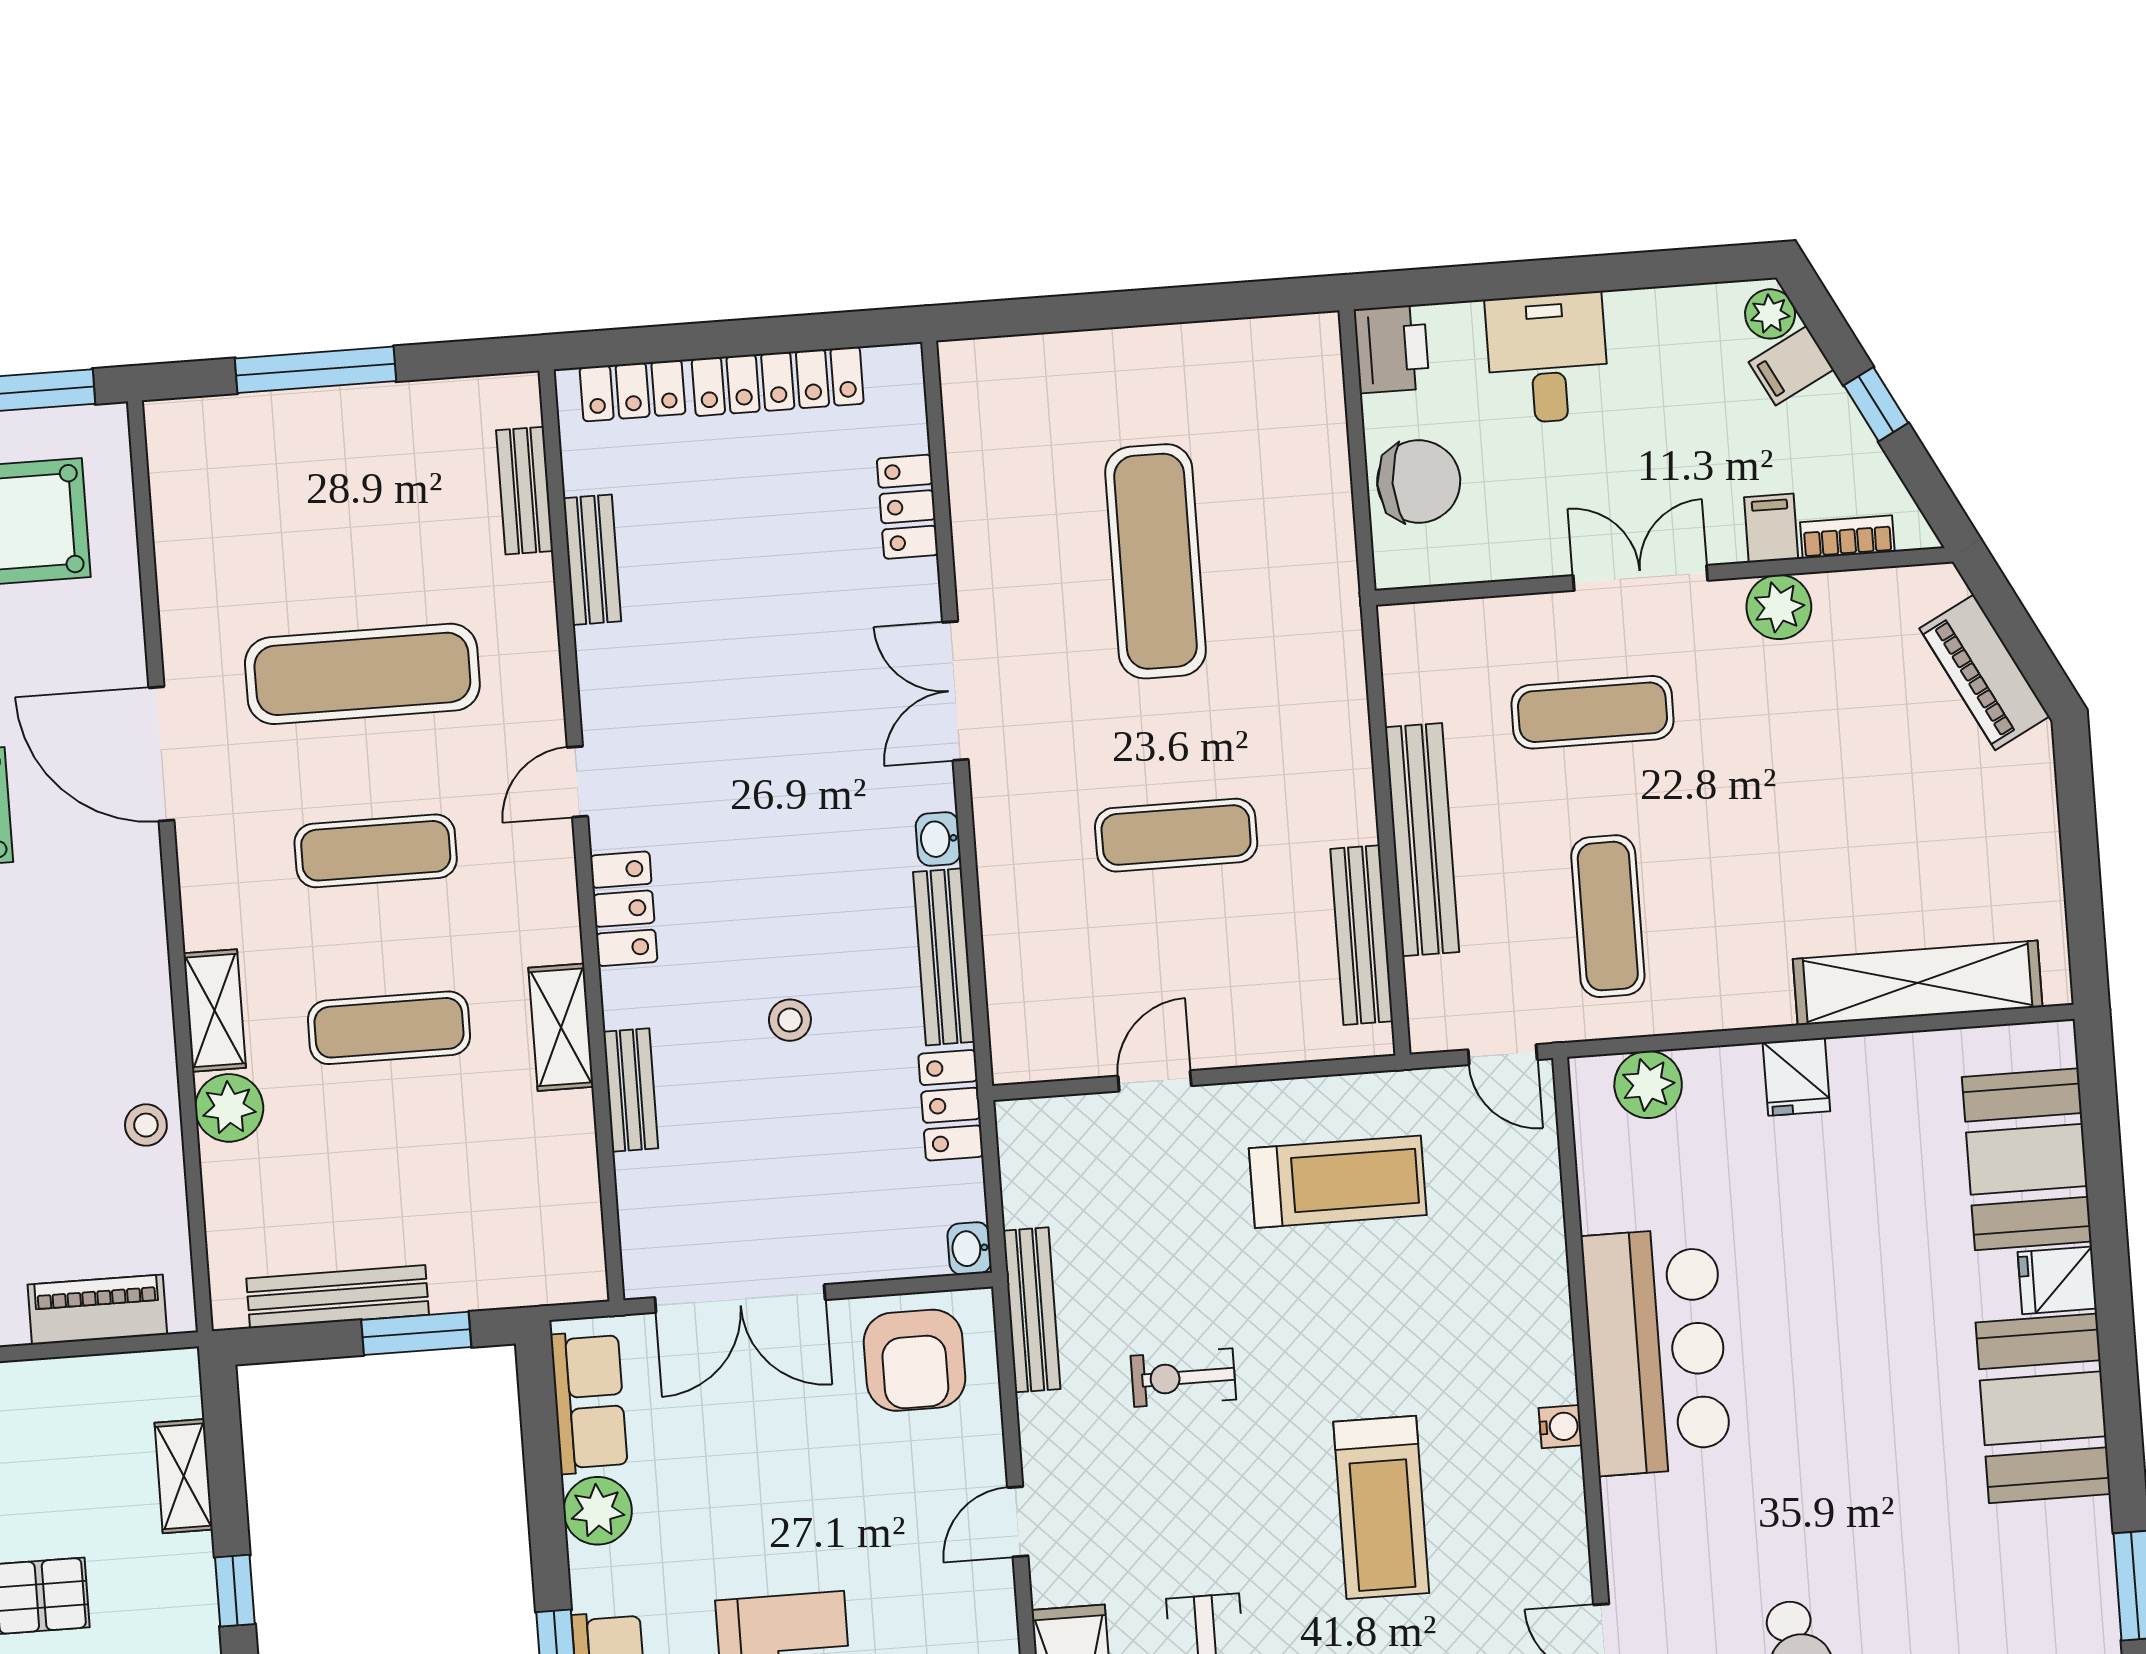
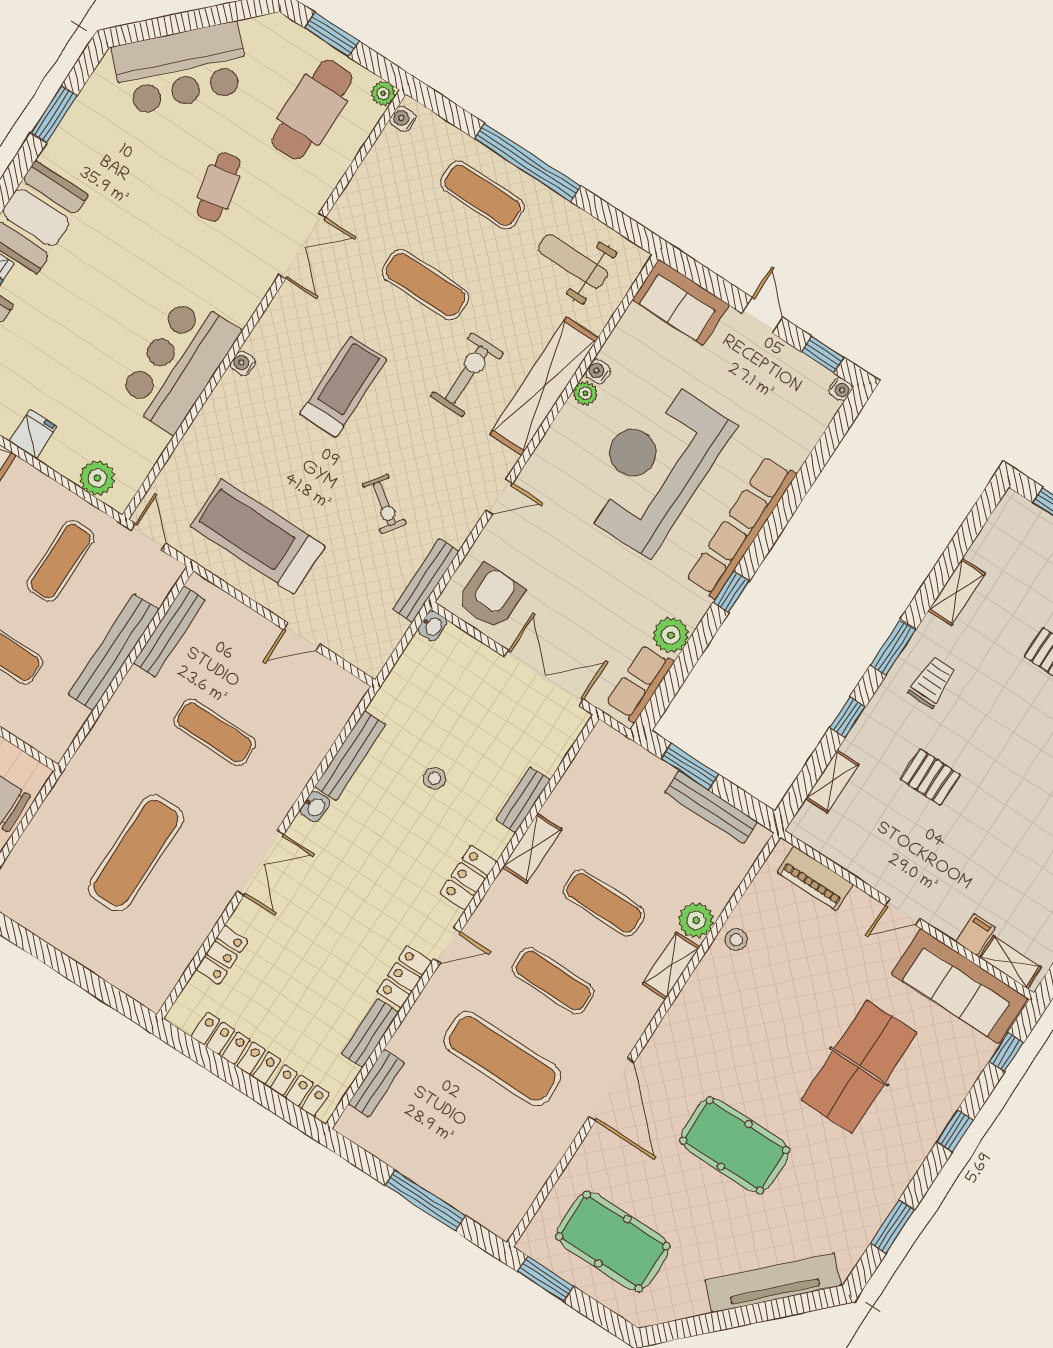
locker: (951, 1105) -> (404, 977), moved, turned 180
treadmill: (1338, 1182) -> (258, 536), width x1.37, depth x1.38
exercise bike: (1183, 1378) -> (384, 504), turned 36

